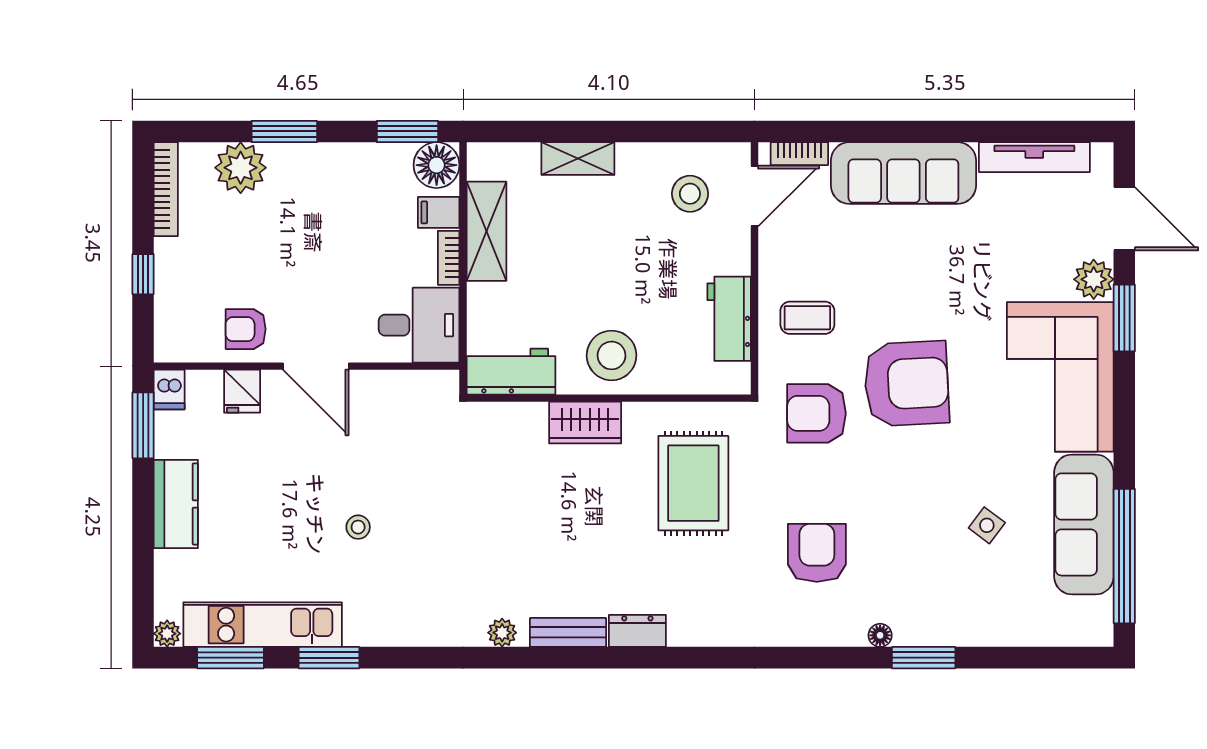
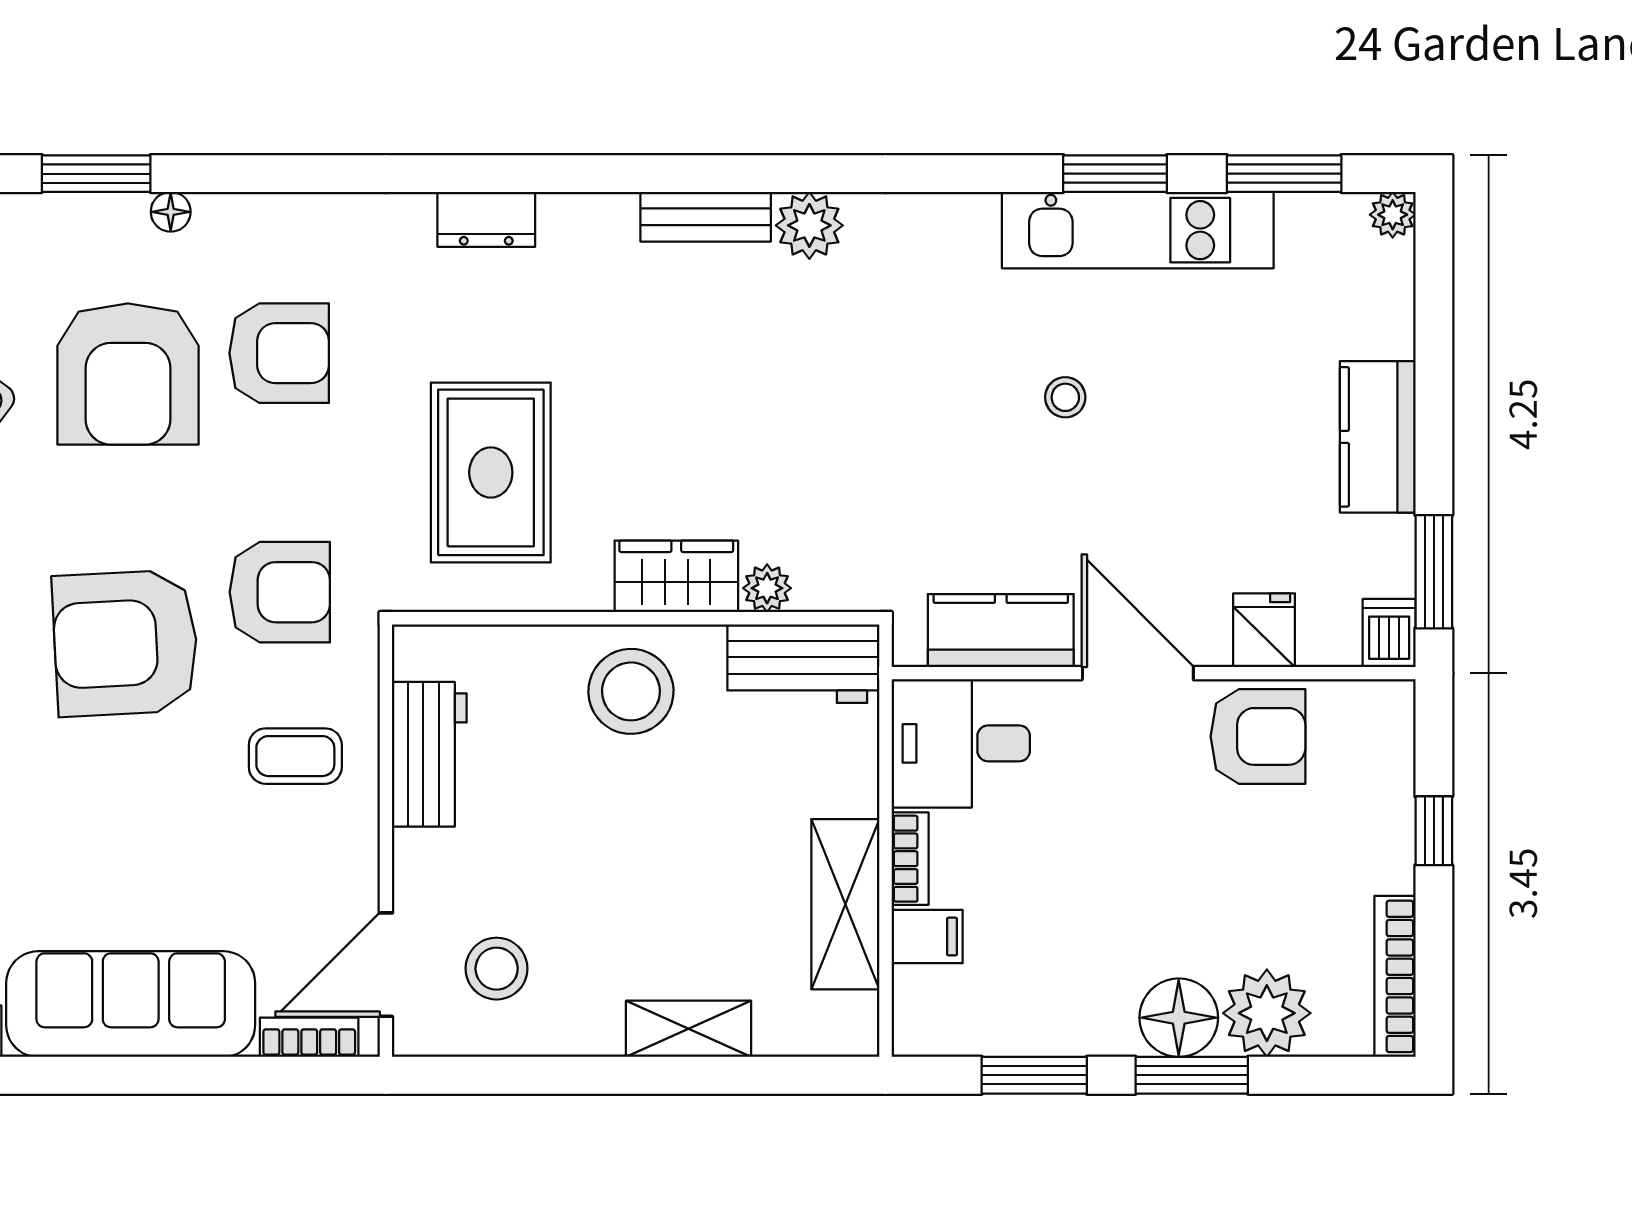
window: (407, 131) -> (1034, 1075), moved
floor lamp: (437, 165) -> (1179, 1018), moved
armchair: (246, 329) -> (1258, 736), width x1.38, depth x1.38
kitchen counter: (396, 391) -> (1001, 631), added
plant: (532, 416) -> (767, 588), added
armchair: (905, 541) -> (128, 374), added
armchair: (817, 553) -> (279, 353), turned -90
kitchen unit: (263, 625) -> (1138, 230), moved
dresser: (637, 631) -> (486, 219), moved
plant: (502, 633) -> (809, 225), width x1.38, depth x1.38

